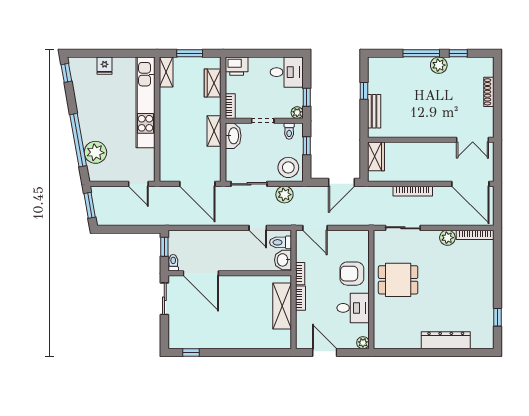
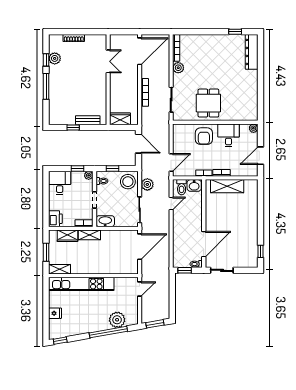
plant: (439, 65) -> (55, 58), moved
shelving: (214, 131) -> (89, 235), moved
double door: (473, 140) -> (108, 61), moved
dresser: (446, 340) -> (252, 52), moved

